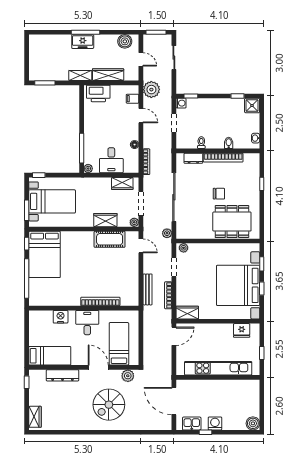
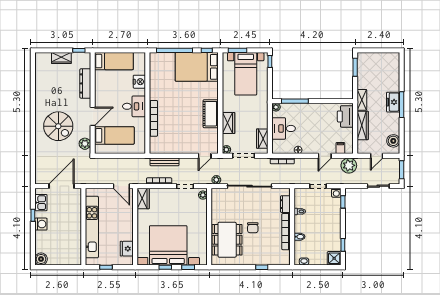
cot: (110, 239) -> (211, 114), moved
bed: (50, 356) -> (114, 61), moved, turned -90
spiral stairs: (109, 405) -> (58, 126), turned 180
wardrobe: (35, 417) -> (61, 58), moved

